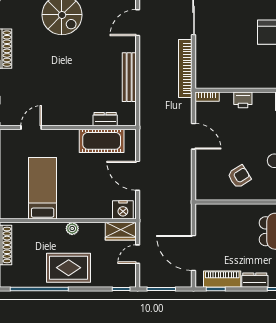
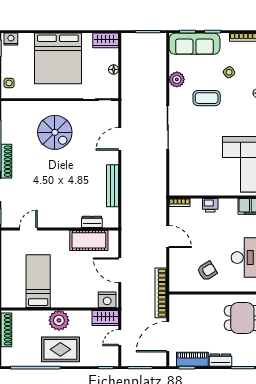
bookcase: (185, 69) -> (161, 293), moved
plant: (72, 228) -> (59, 320), width x1.88, depth x1.88
door: (194, 253) -> (168, 337), hinge flipped

